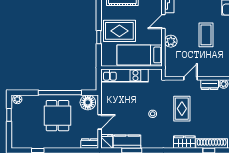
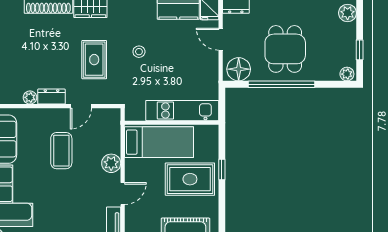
coffee table: (206, 35) -> (61, 151), moved
door: (100, 122) -> (221, 39), hinge flipped
plant: (17, 139) -> (348, 13), added

